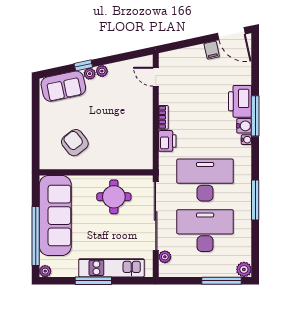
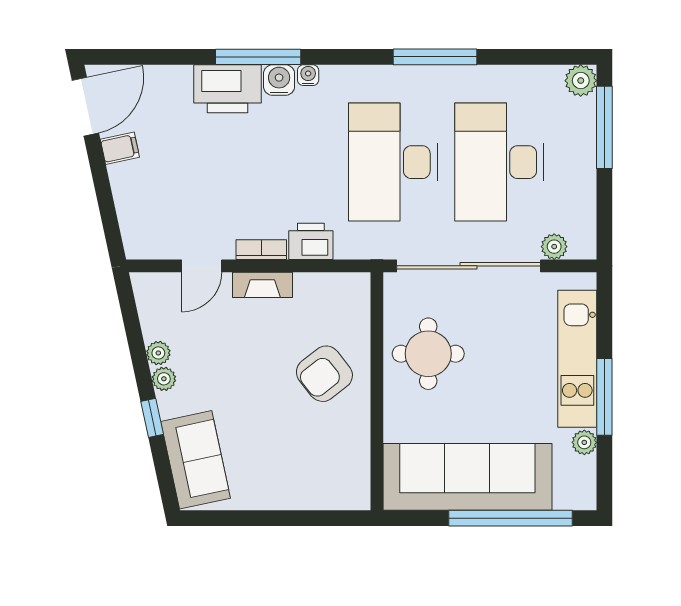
plant: (90, 74) -> (158, 353), moved
door: (156, 77) -> (202, 266), moved
fireplace: (147, 118) -> (262, 285), added
armchair: (75, 143) -> (324, 374), moved
plant: (45, 271) -> (584, 442), moved

